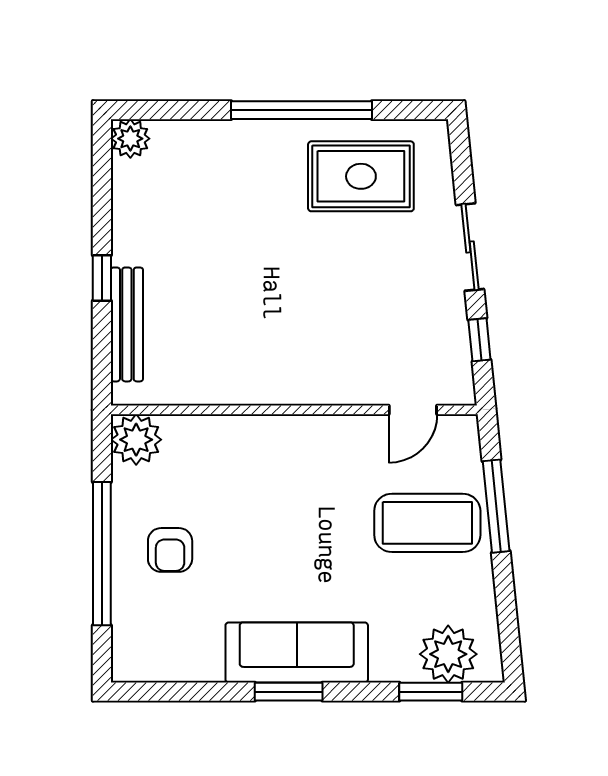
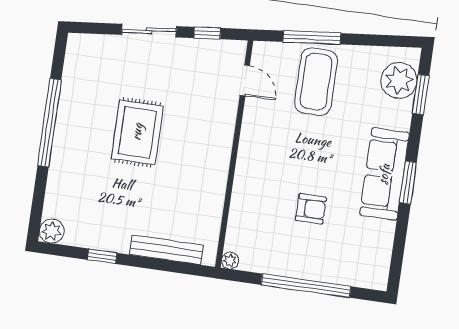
rug: (361, 176) -> (137, 132), moved
window: (102, 278) -> (102, 256), moved
plant: (136, 440) -> (230, 261), width x0.53, depth x0.53
armchair: (170, 550) -> (311, 209), moved

